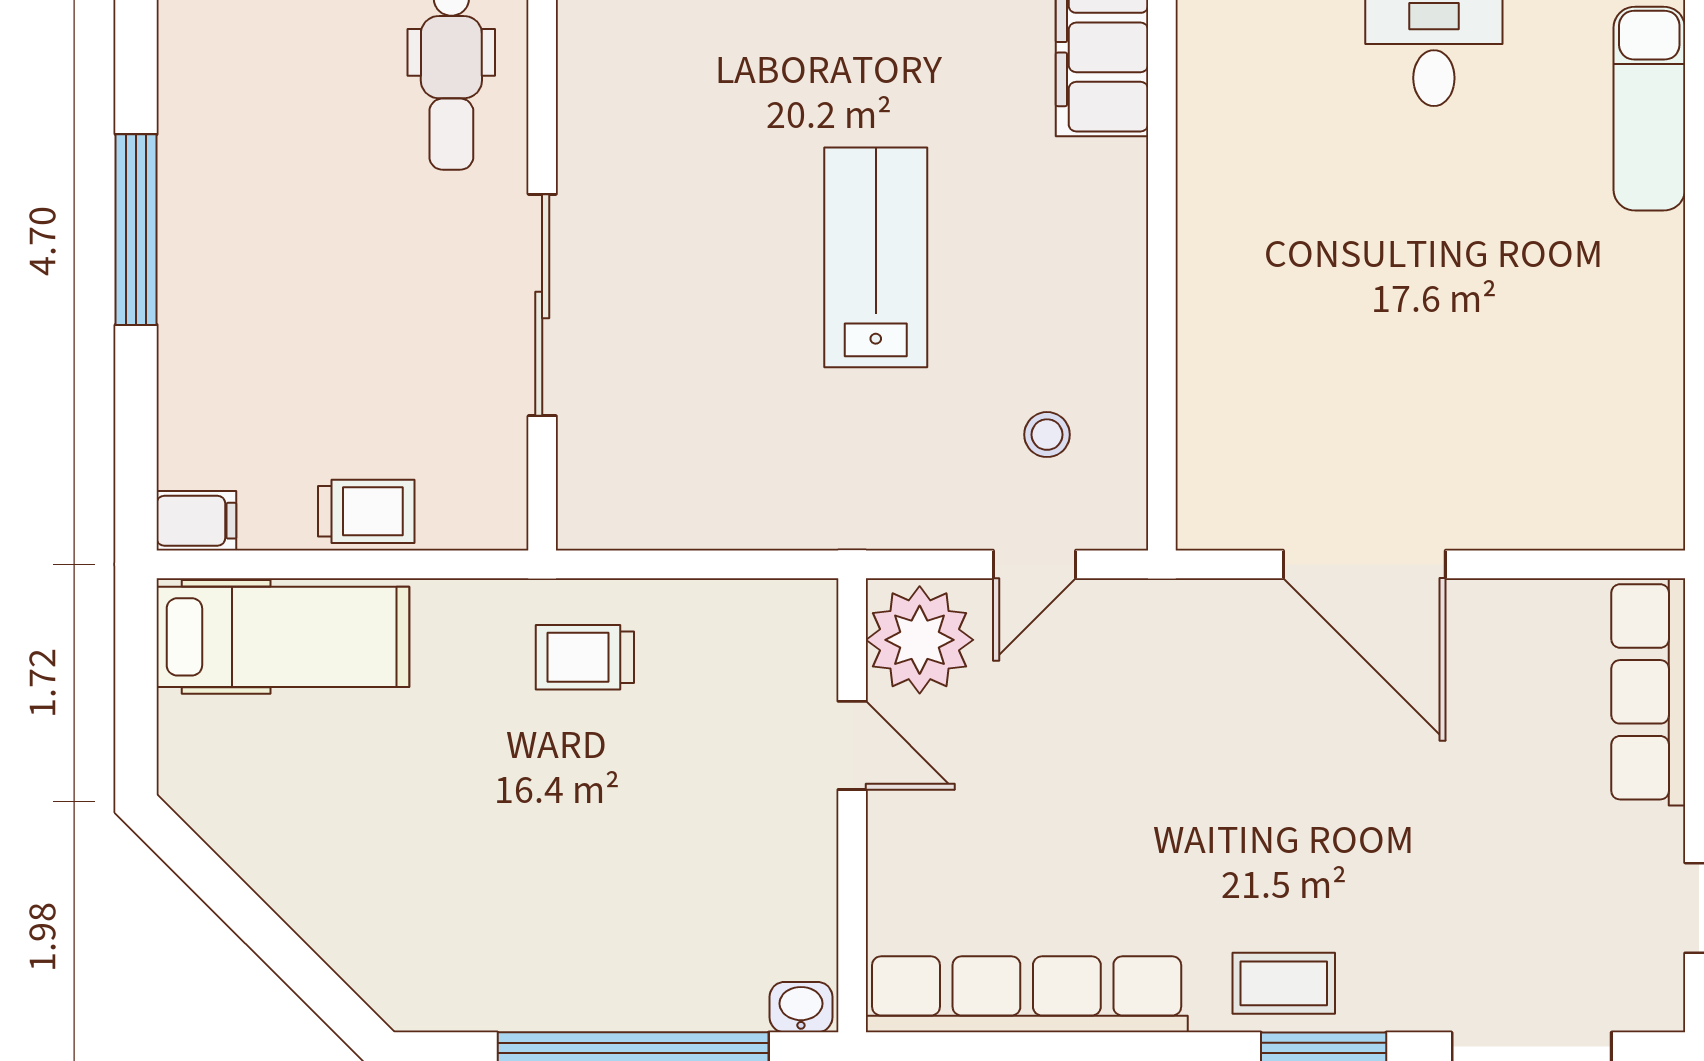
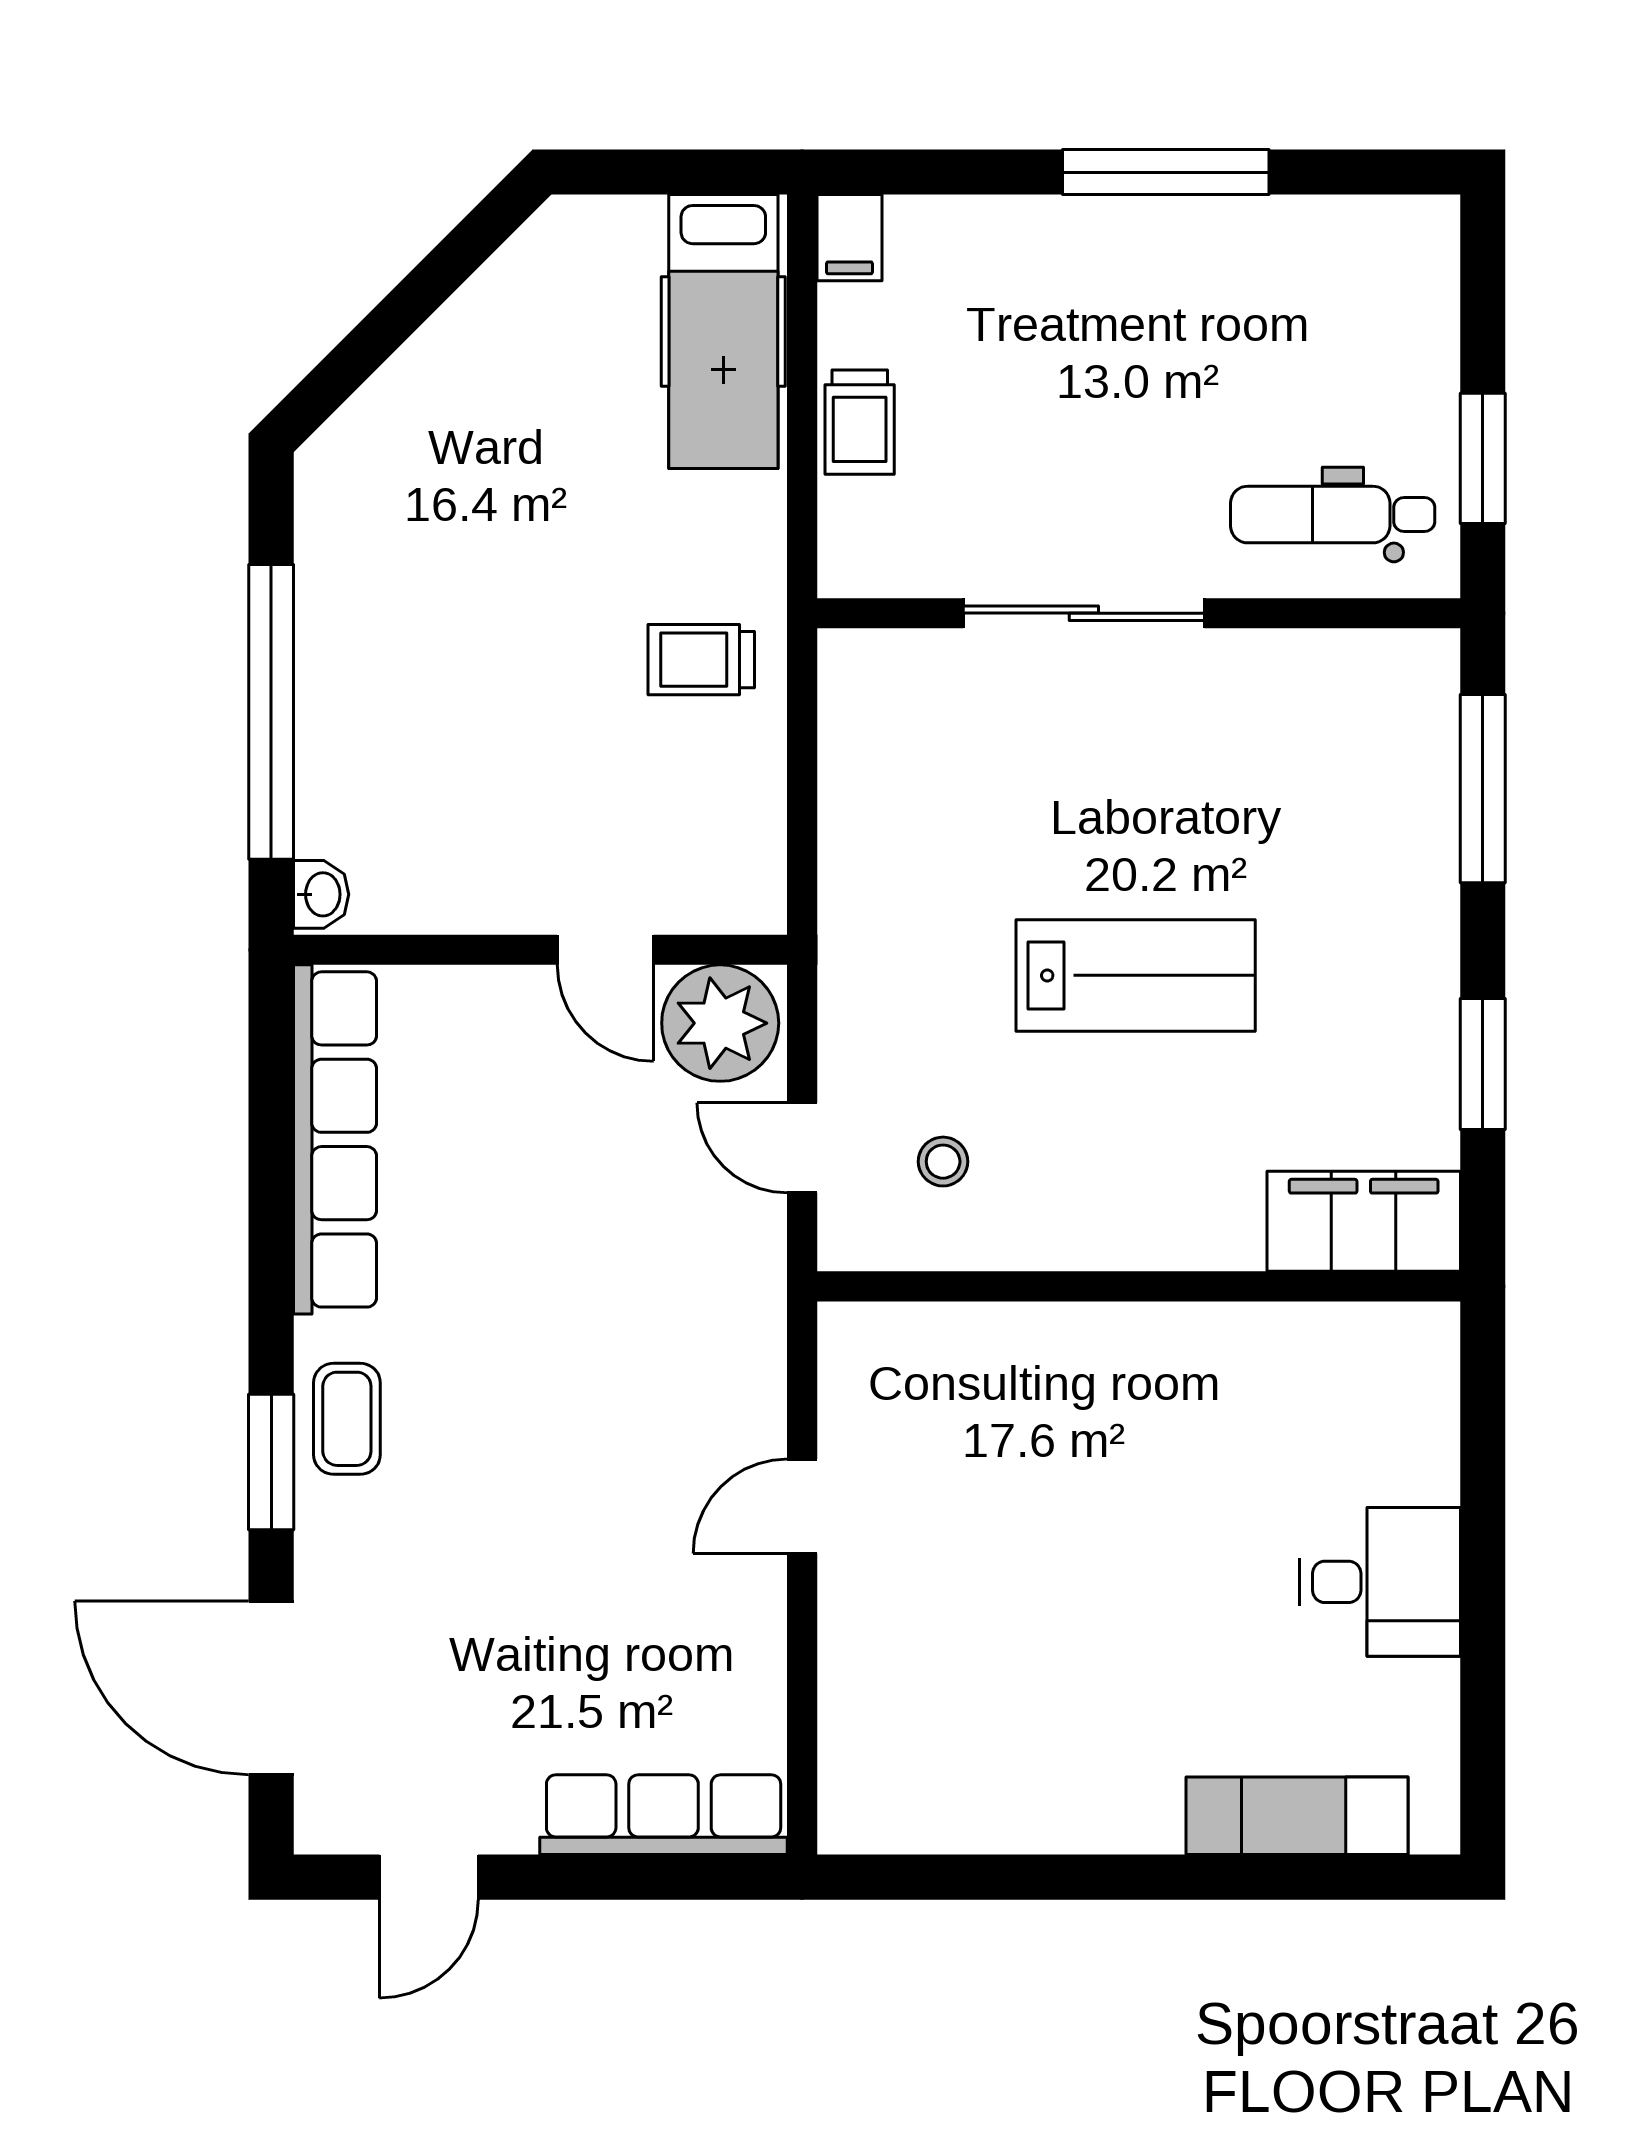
door: (1364, 564) -> (802, 1506), width x0.53
trolley: (585, 657) -> (701, 660), turned -90
door: (852, 745) -> (605, 950), hinge flipped

